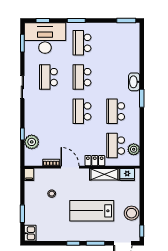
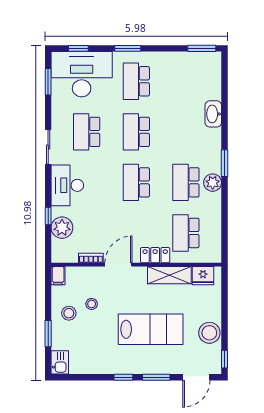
washbasin: (134, 82) -> (213, 114), moved
desk: (35, 113) -> (67, 185), added
plant: (134, 149) -> (213, 183), moved
door: (70, 167) -> (118, 265), hinge flipped
stool: (36, 200) -> (69, 313), added
lab bench: (92, 211) -> (151, 329), turned 180

